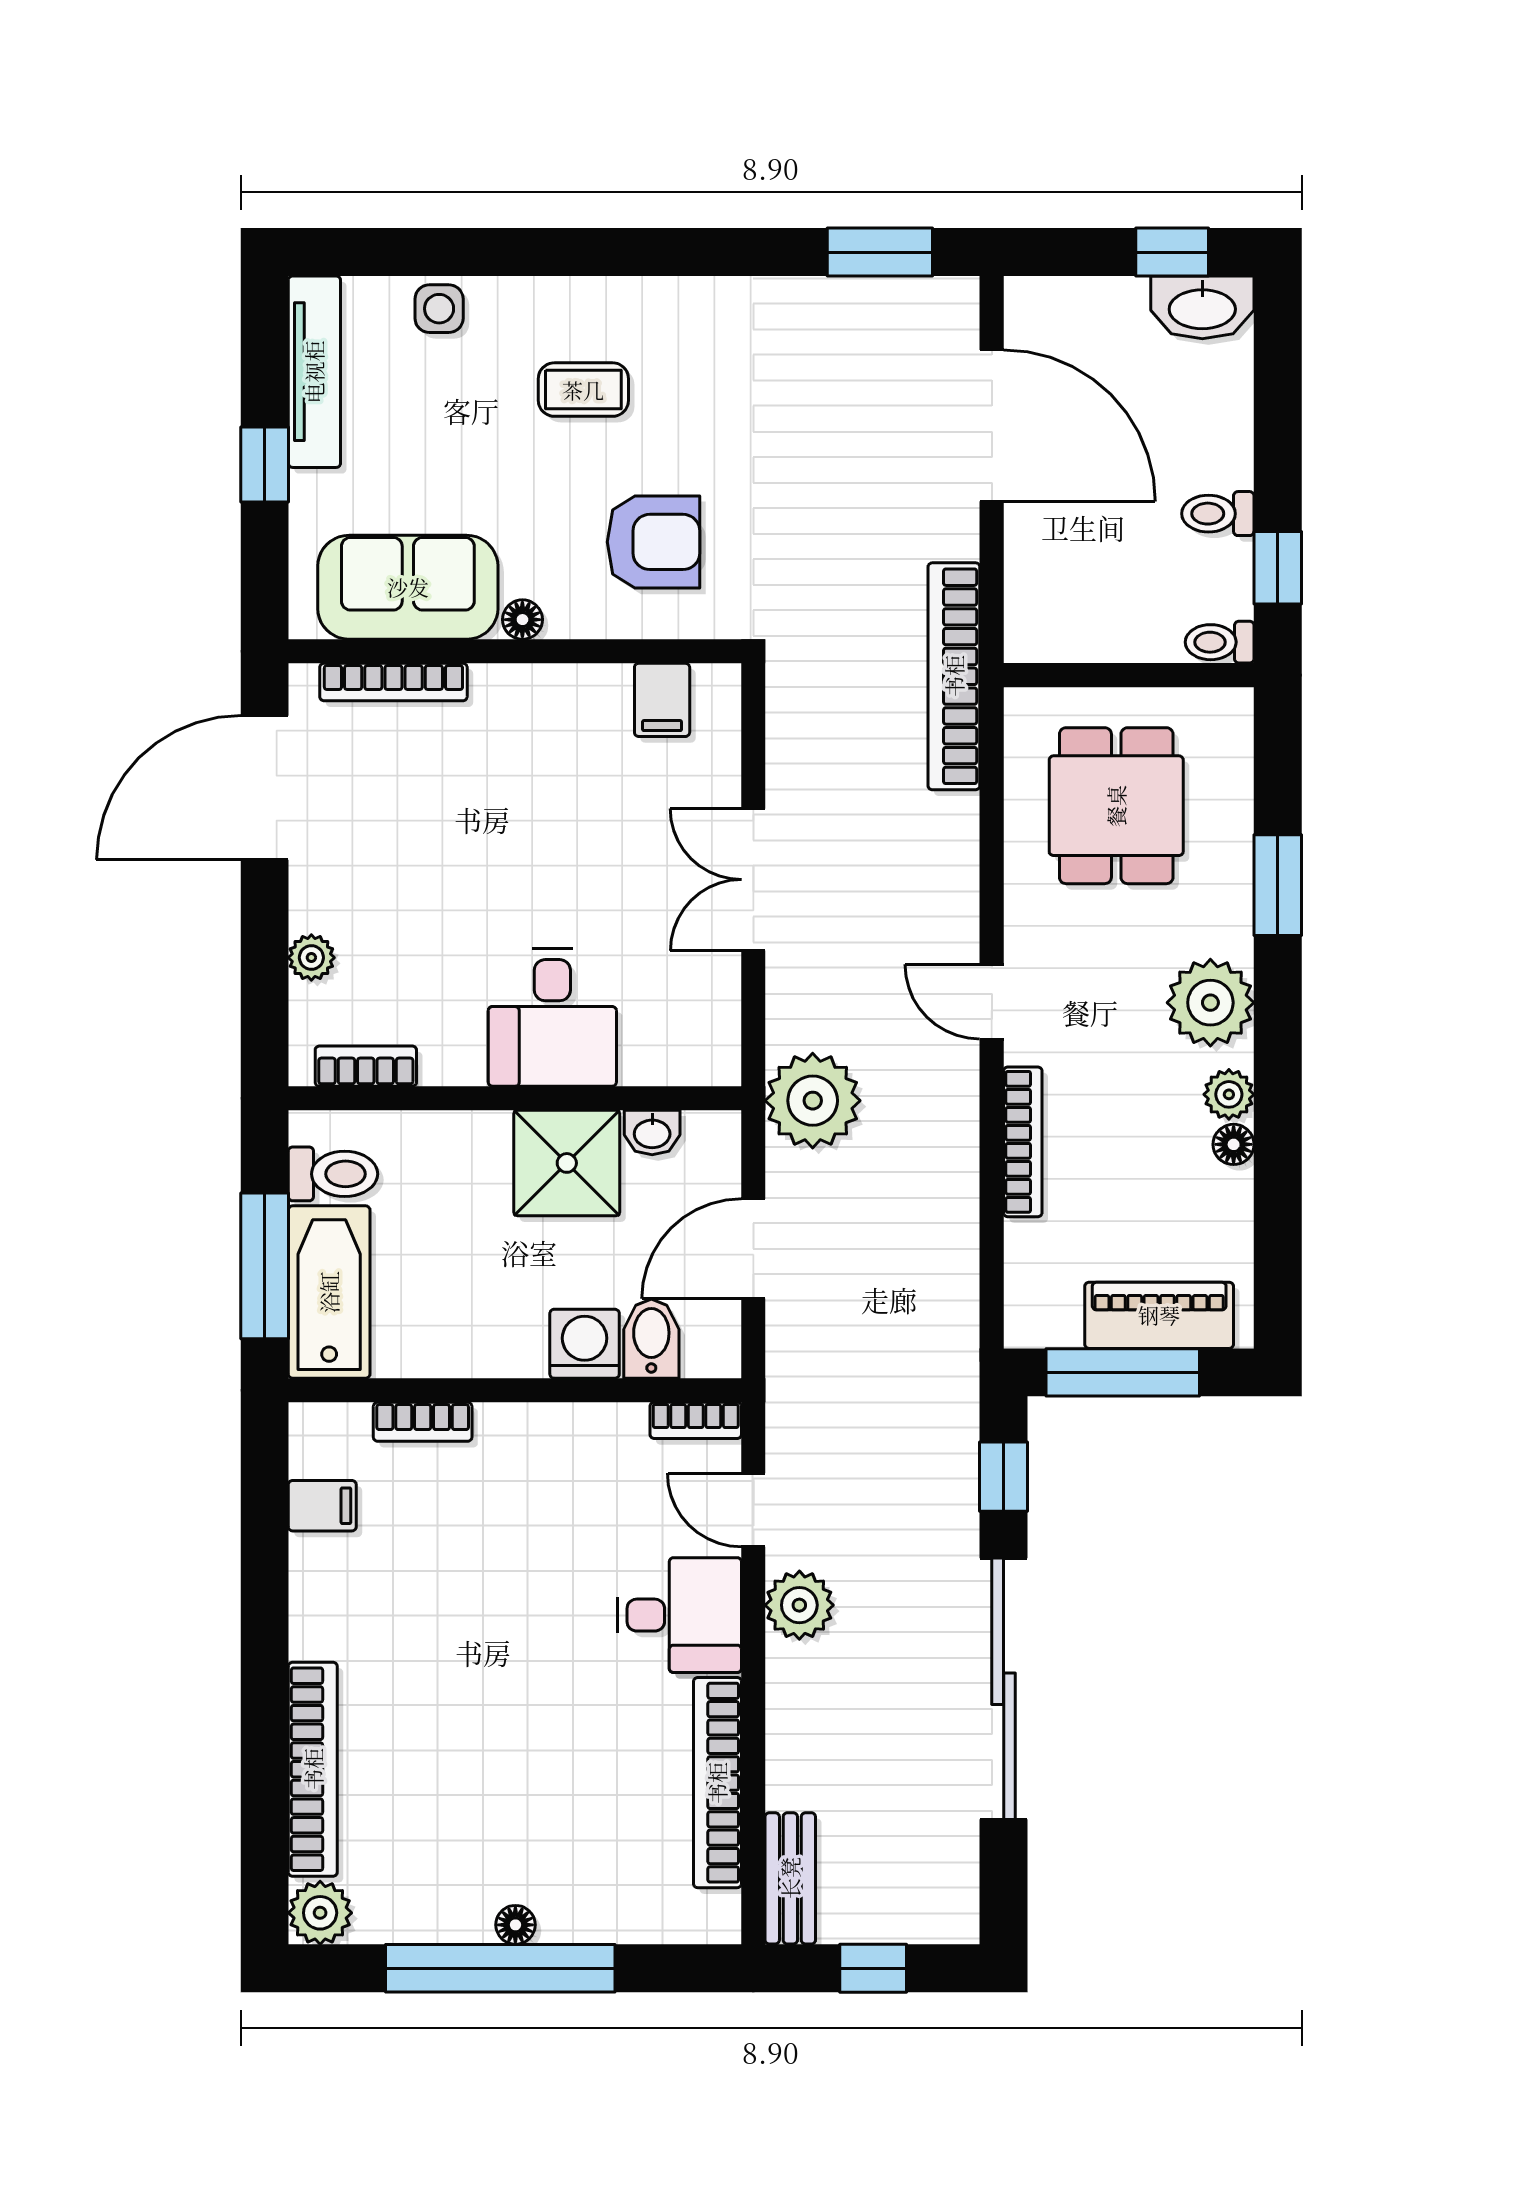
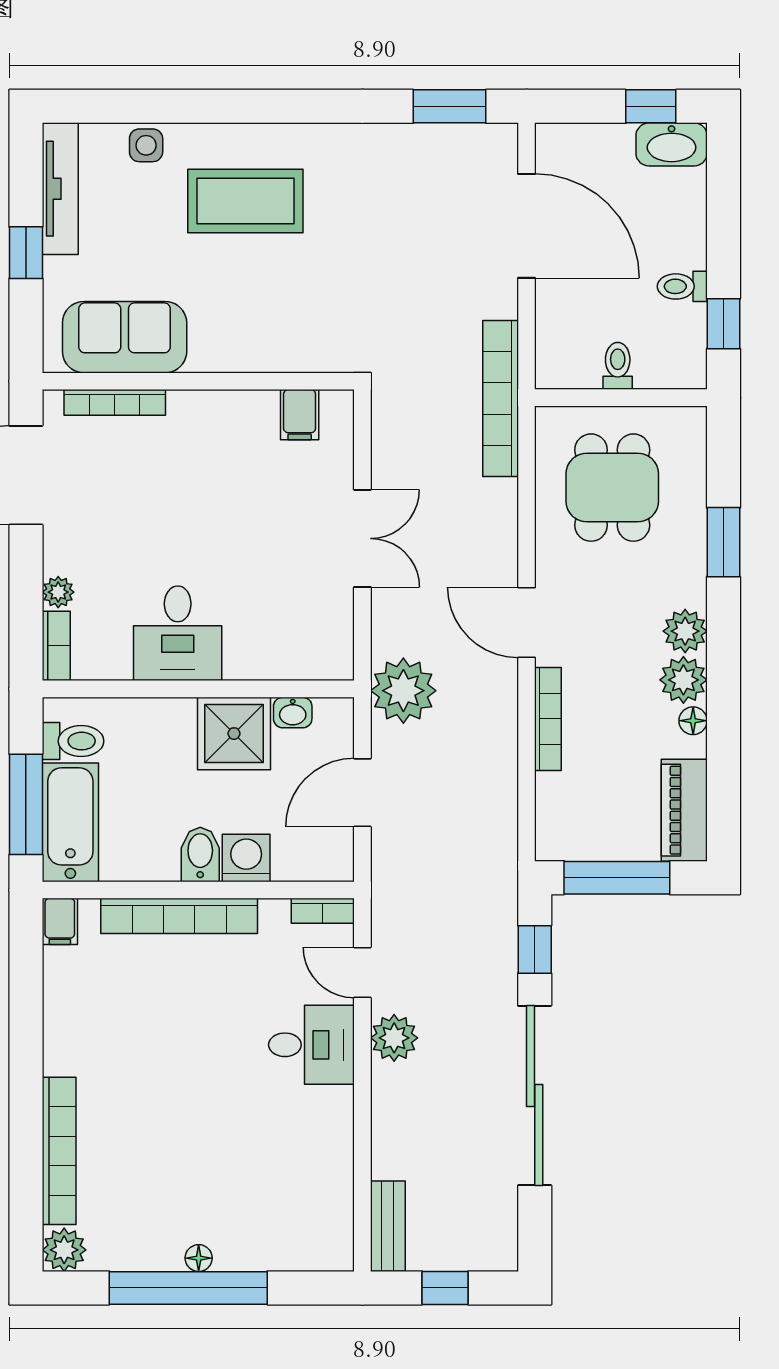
coffee table: (583, 390) -> (245, 201), width x1.86, depth x1.72
armchair: (653, 542) -> (294, 306), removed
floor lamp: (522, 620) -> (203, 359), removed
toilet: (1220, 642) -> (618, 366), moved, turned 90
double door: (753, 880) -> (362, 538), swing flipped
door: (992, 1002) -> (526, 622), width x1.37
plant: (1210, 1003) -> (685, 631), width x0.73, depth x0.73
desk: (552, 1017) -> (178, 633), moved
bookcase: (366, 1066) -> (56, 646), moved, turned 90
plant: (1229, 1094) -> (683, 680), width x1.38, depth x1.38
piano: (1159, 1315) -> (684, 810), moved, turned -90
bidet: (651, 1339) -> (200, 854), moved
bookcase: (423, 1422) -> (179, 916), width x2.31, depth x1.31
filing cabinet: (322, 1506) -> (60, 921), moved, turned 90
bookcase: (717, 1783) -> (338, 1160), removed

